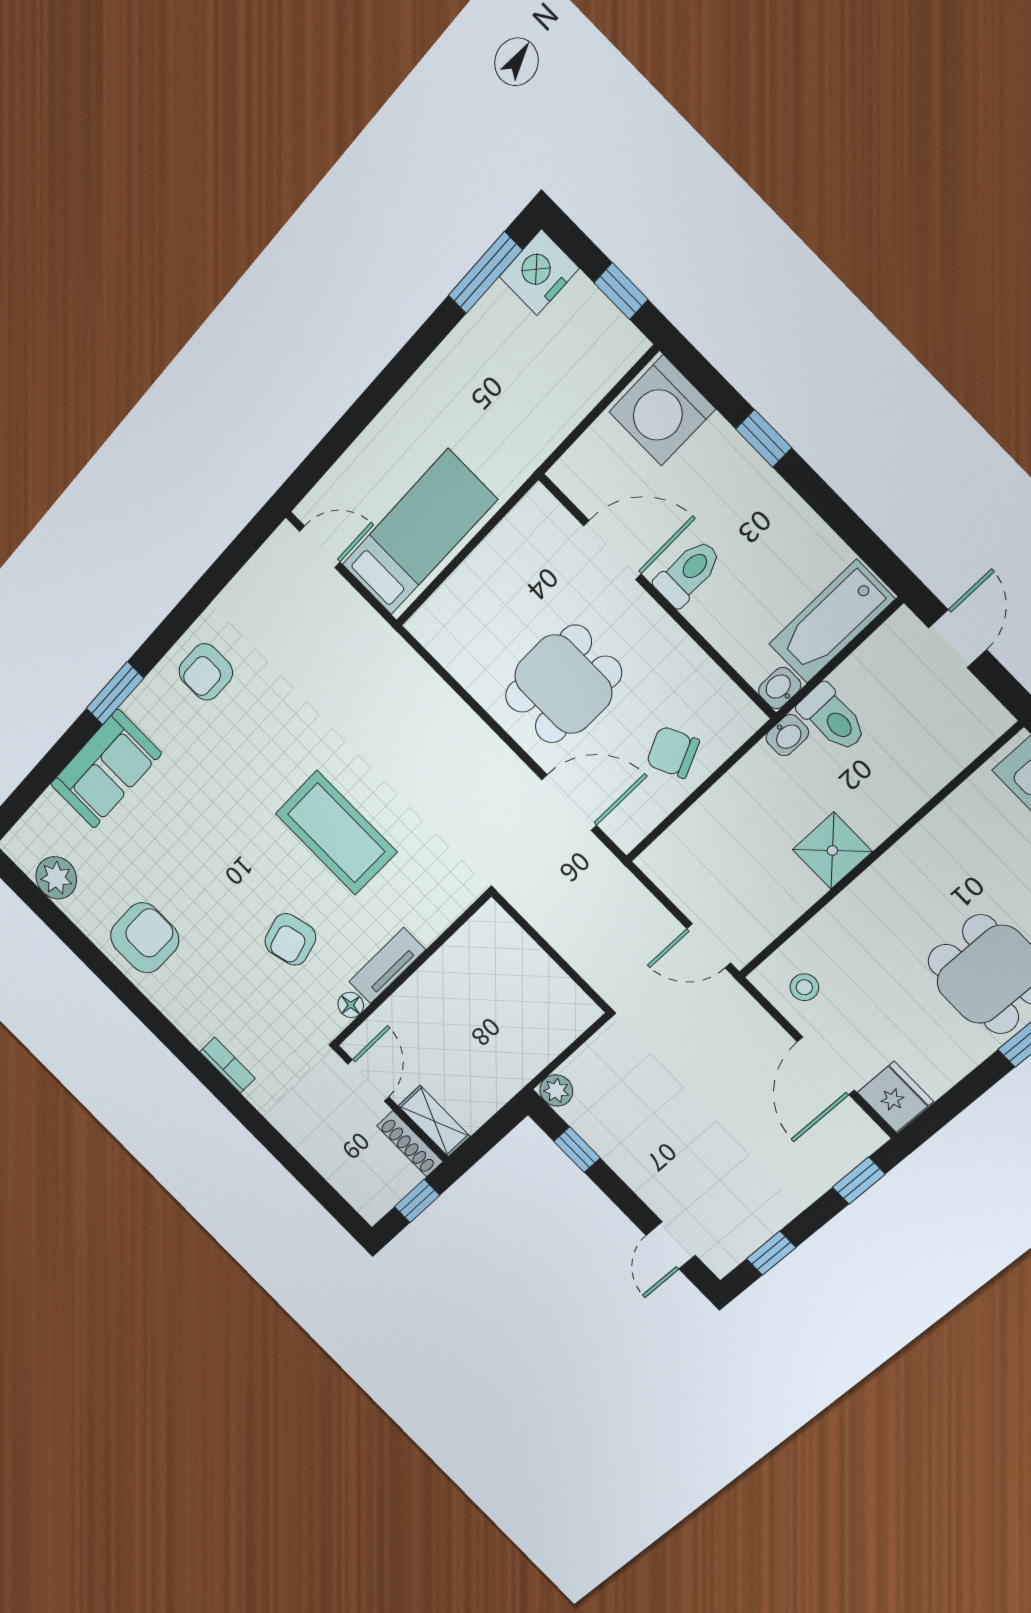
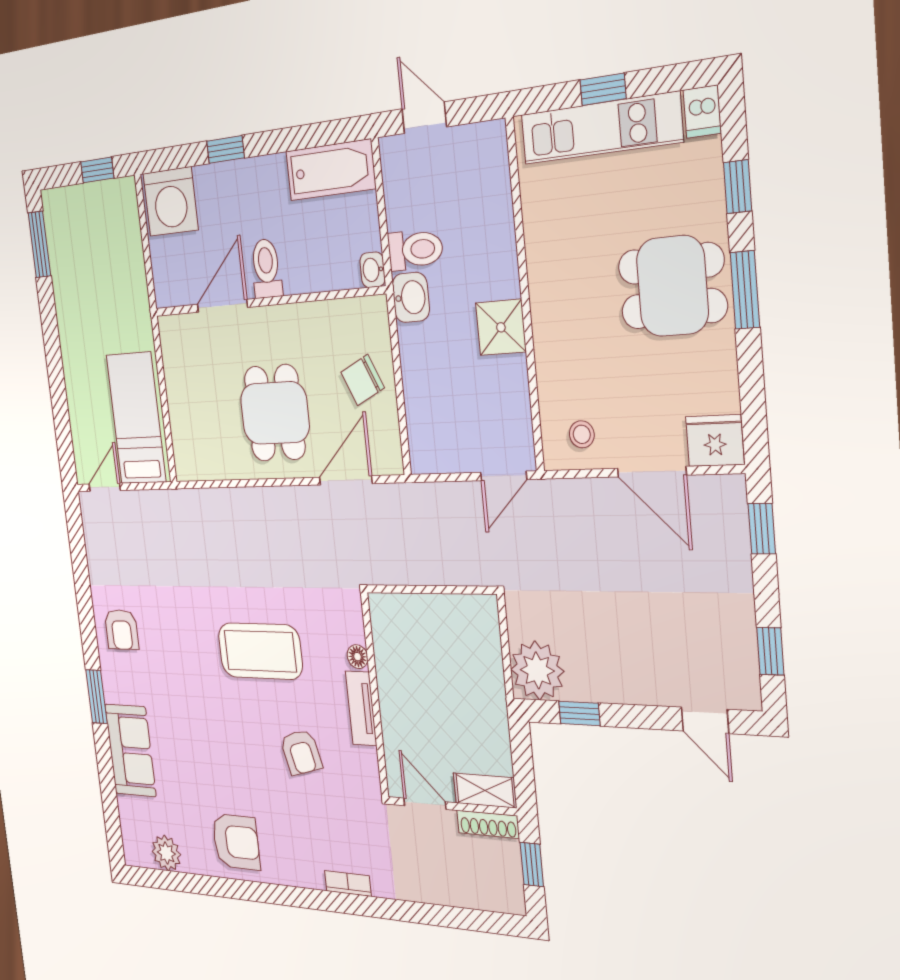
nightstand: (539, 272) -> (59, 212), removed
bathtub: (832, 622) -> (331, 170), moved, turned -90
washbasin: (787, 735) -> (411, 297), width x1.38, depth x1.45
armchair: (145, 938) -> (236, 842), turned 90
floor lamp: (351, 1005) -> (357, 657), moved
plant: (556, 1090) -> (537, 670), width x1.88, depth x1.88

